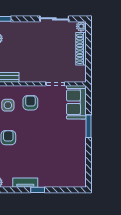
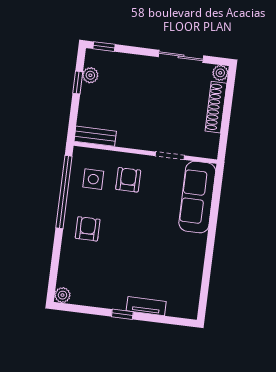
sofa: (76, 102) -> (197, 197), width x1.36
window: (89, 126) -> (212, 227), removed
tv unit: (25, 183) -> (146, 306), moved

